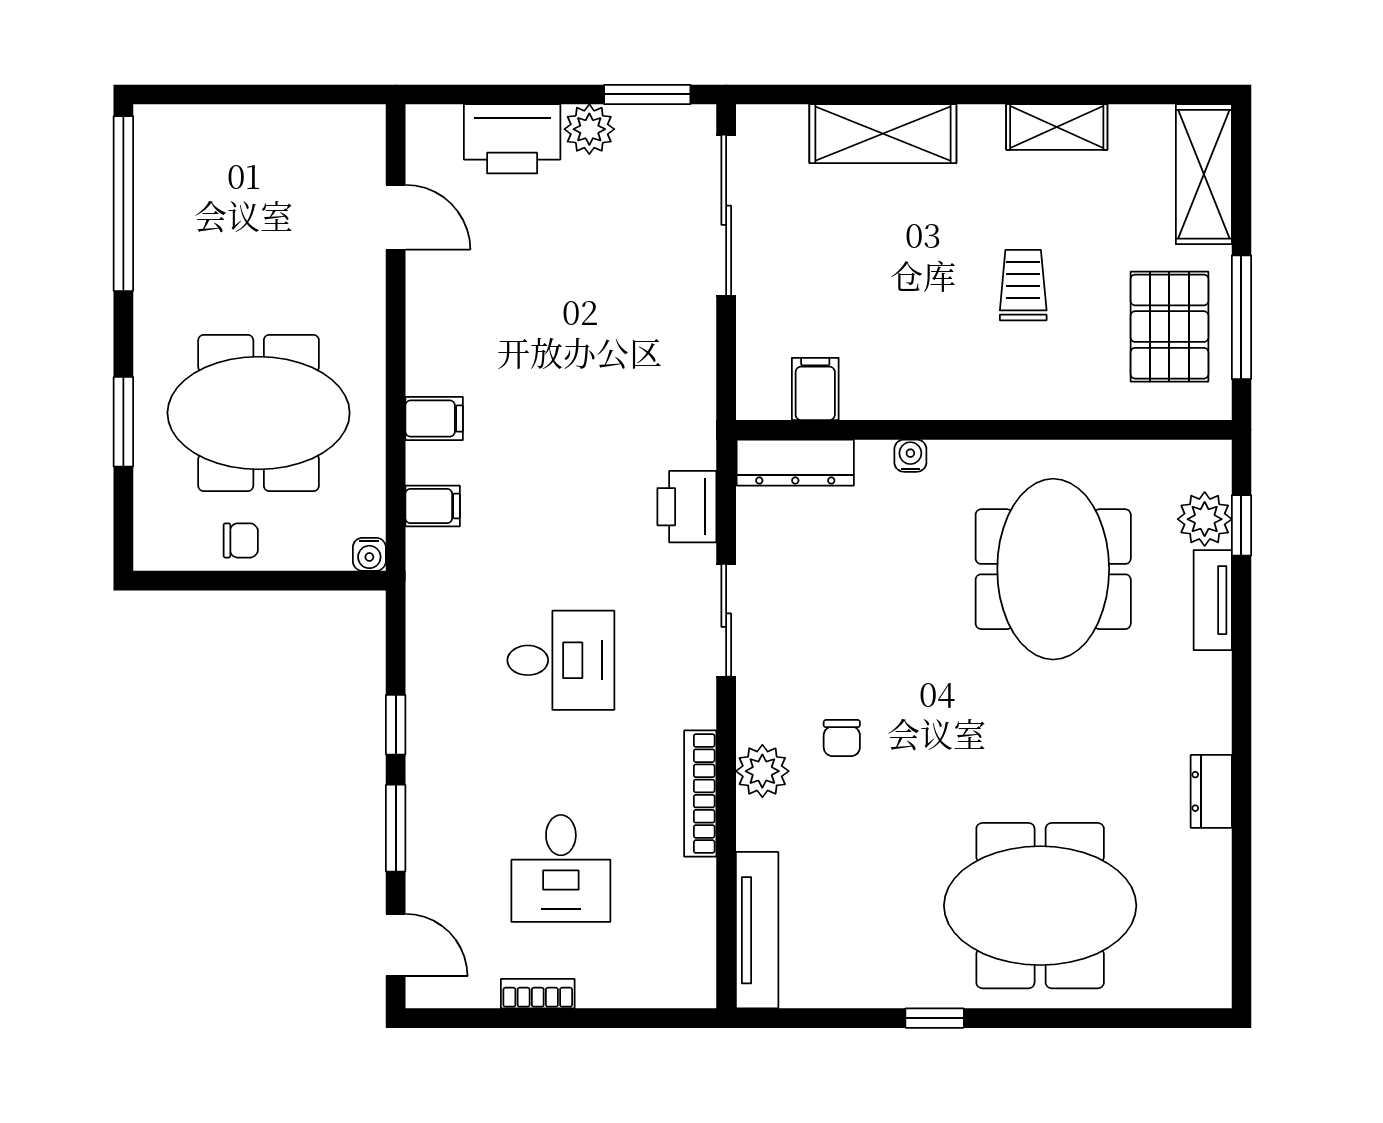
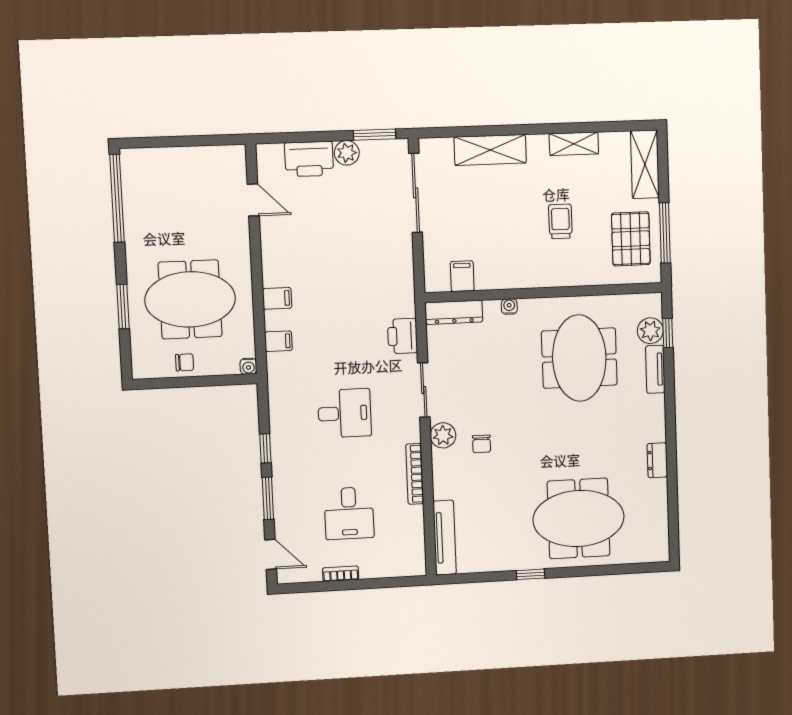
plant: (762, 771) -> (443, 435), moved

